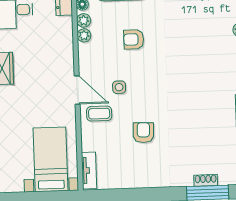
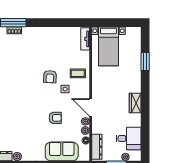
door: (77, 90) -> (91, 107), moved
armchair: (143, 133) -> (50, 77), moved

